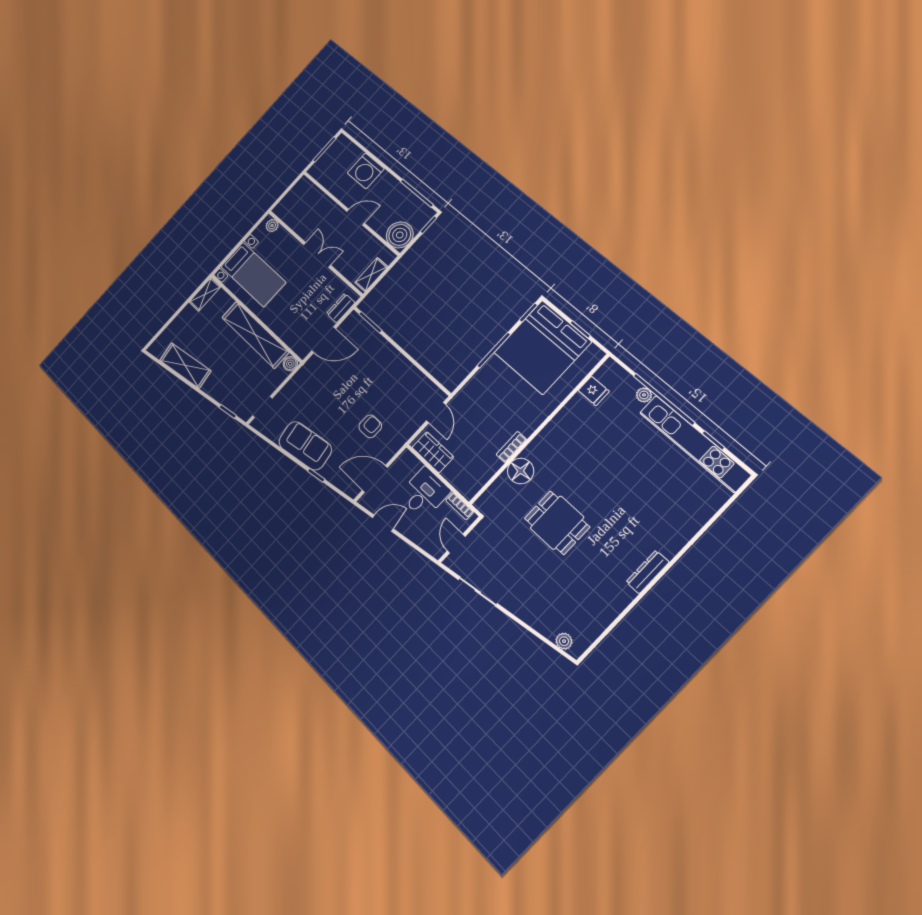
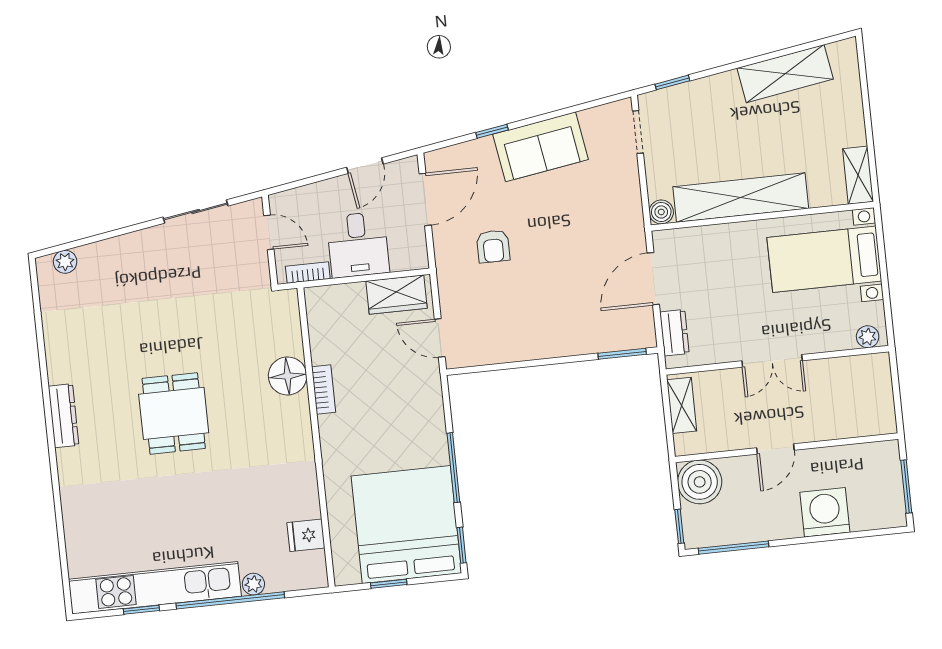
dining table: (557, 523) -> (174, 413), moved, turned 90

